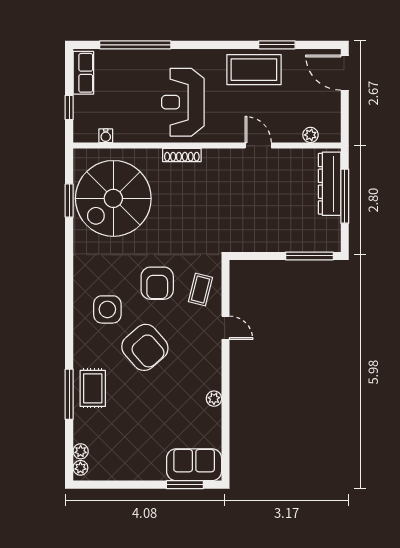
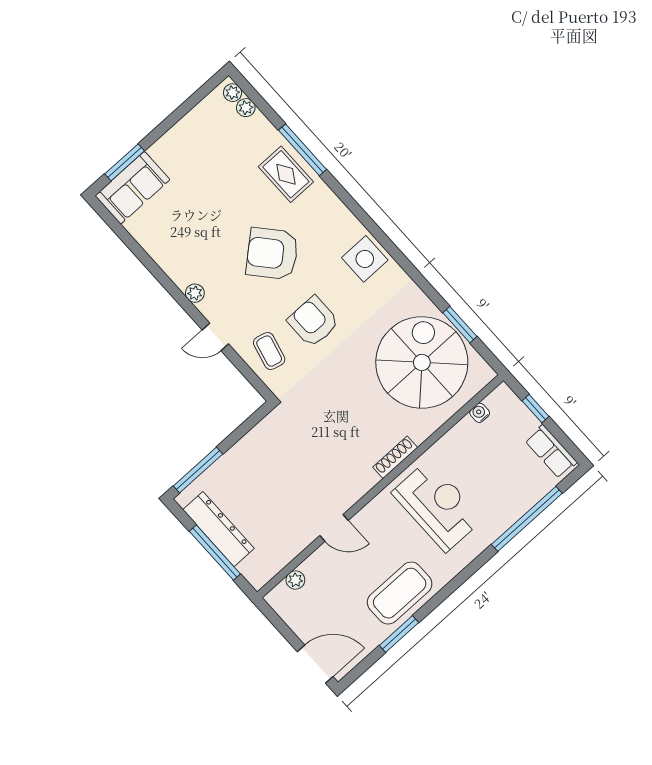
dresser: (330, 184) -> (218, 529), moved
side table: (107, 309) -> (365, 259), moved
plant: (214, 399) -> (195, 293), moved

